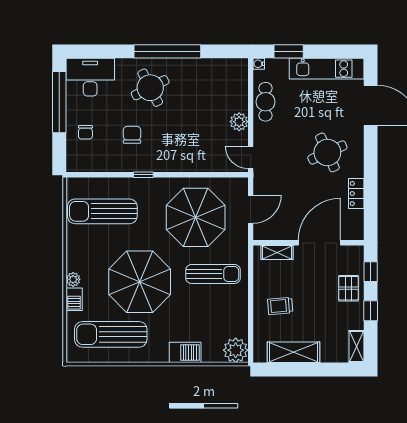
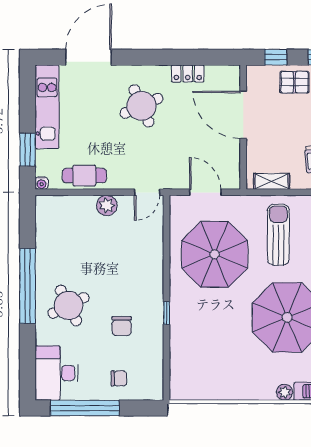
chair: (132, 135) -> (122, 326), turned -90
sun lounger: (102, 211) -> (208, 359), removed
shelving: (277, 252) -> (272, 181), moved, turned 90

